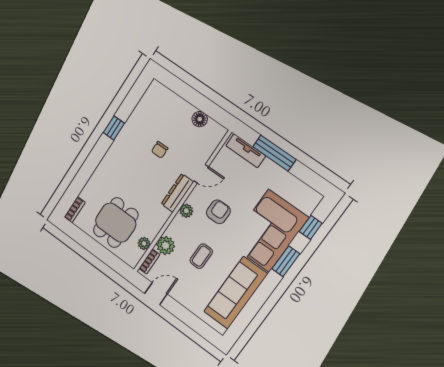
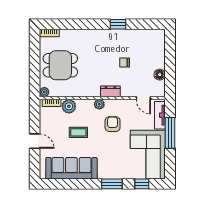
door: (201, 174) -> (143, 98), moved
dresser: (177, 193) -> (110, 91), width x0.70
armchair: (218, 212) -> (113, 124), turned -90
corner sofa: (269, 231) -> (148, 155), moved, turned -90
plant: (144, 244) -> (44, 92), moved
door: (156, 294) -> (35, 141), moved

